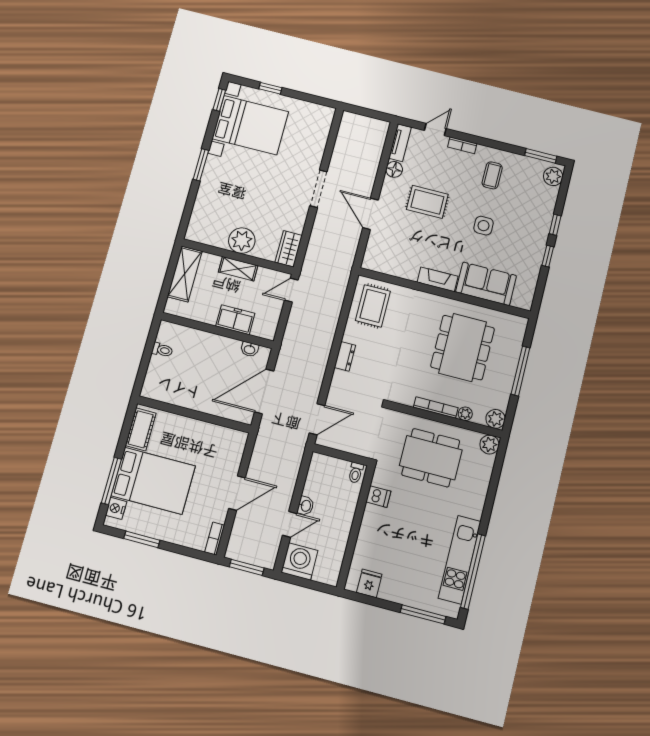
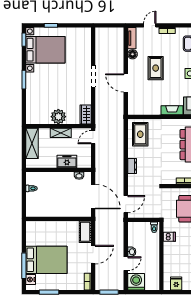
rug: (427, 202) -> (156, 68), turned 90
door: (264, 391) -> (93, 197), swing flipped
cot: (141, 429) -> (85, 232), moved

